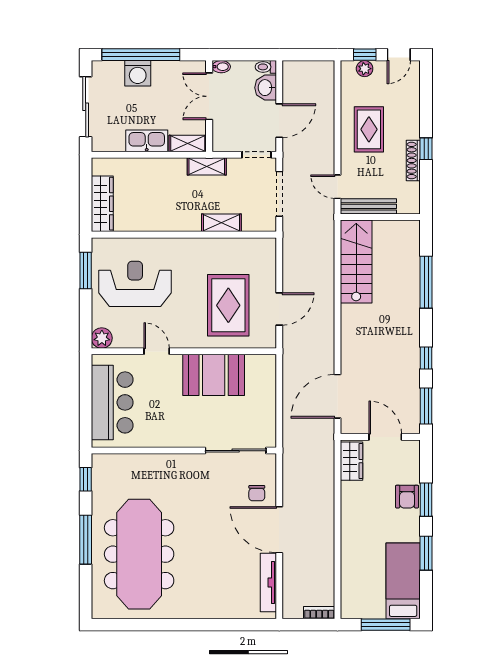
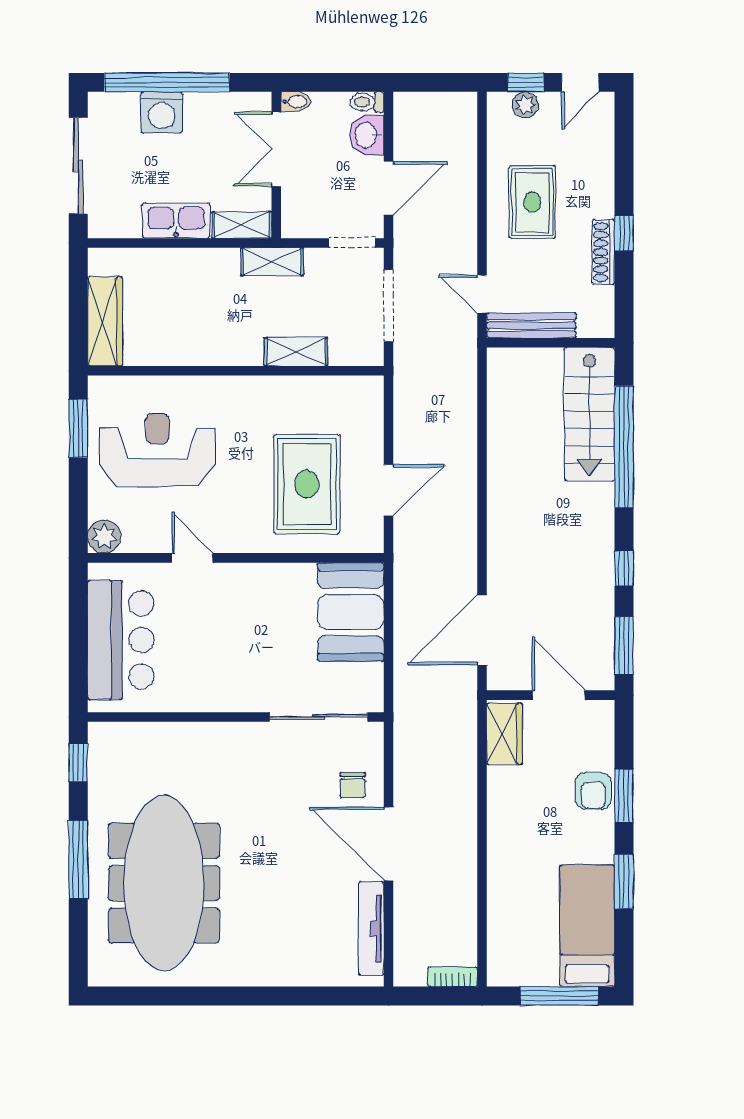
stairs: (356, 262) -> (589, 414), moved, turned 180
window: (426, 282) -> (624, 447), width x1.46
booth: (214, 375) -> (351, 612), moved, turned 90

